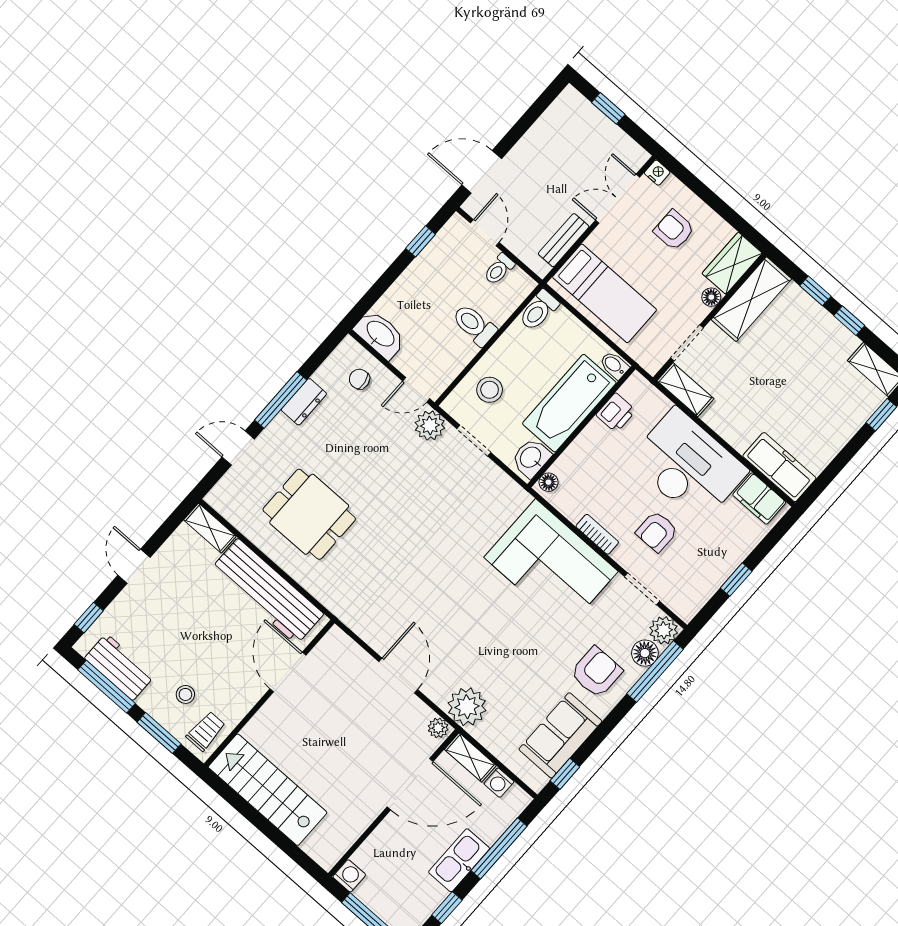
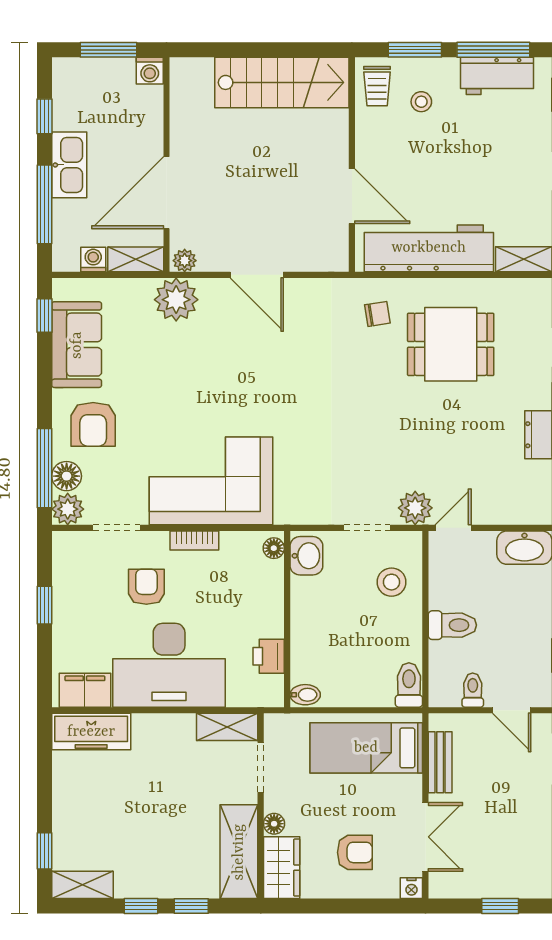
chair: (359, 379) -> (377, 314), moved
bathtub: (569, 403) -> (315, 630), removed

